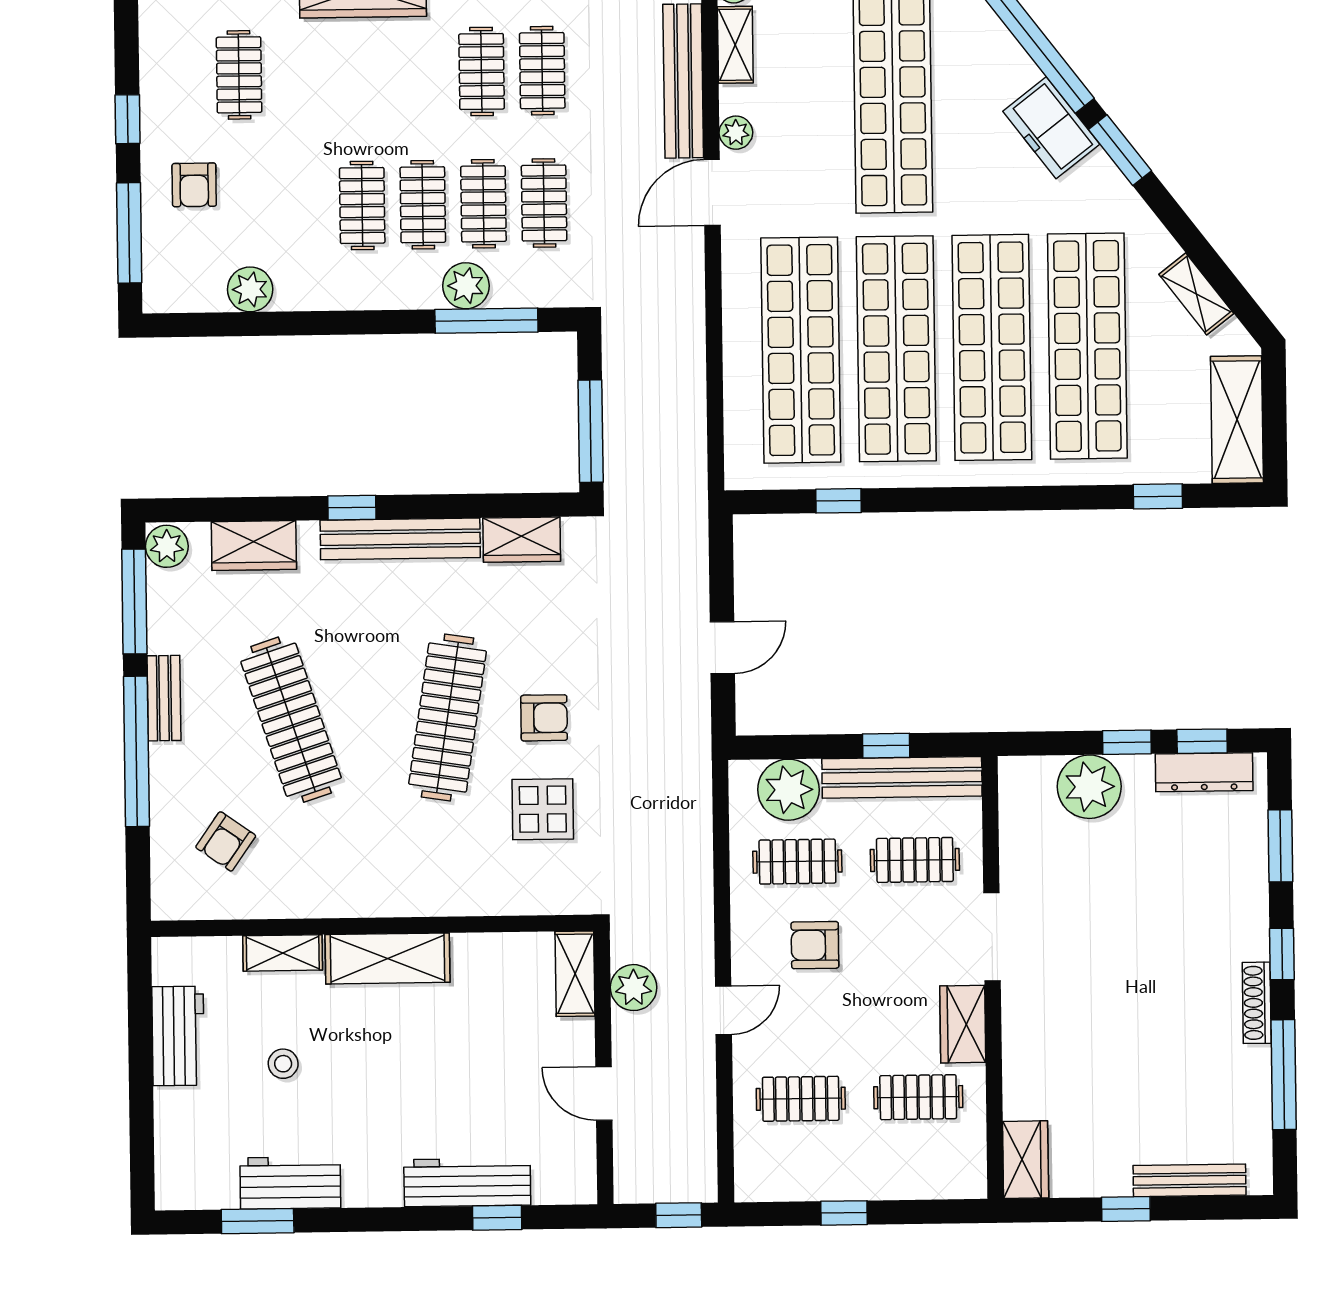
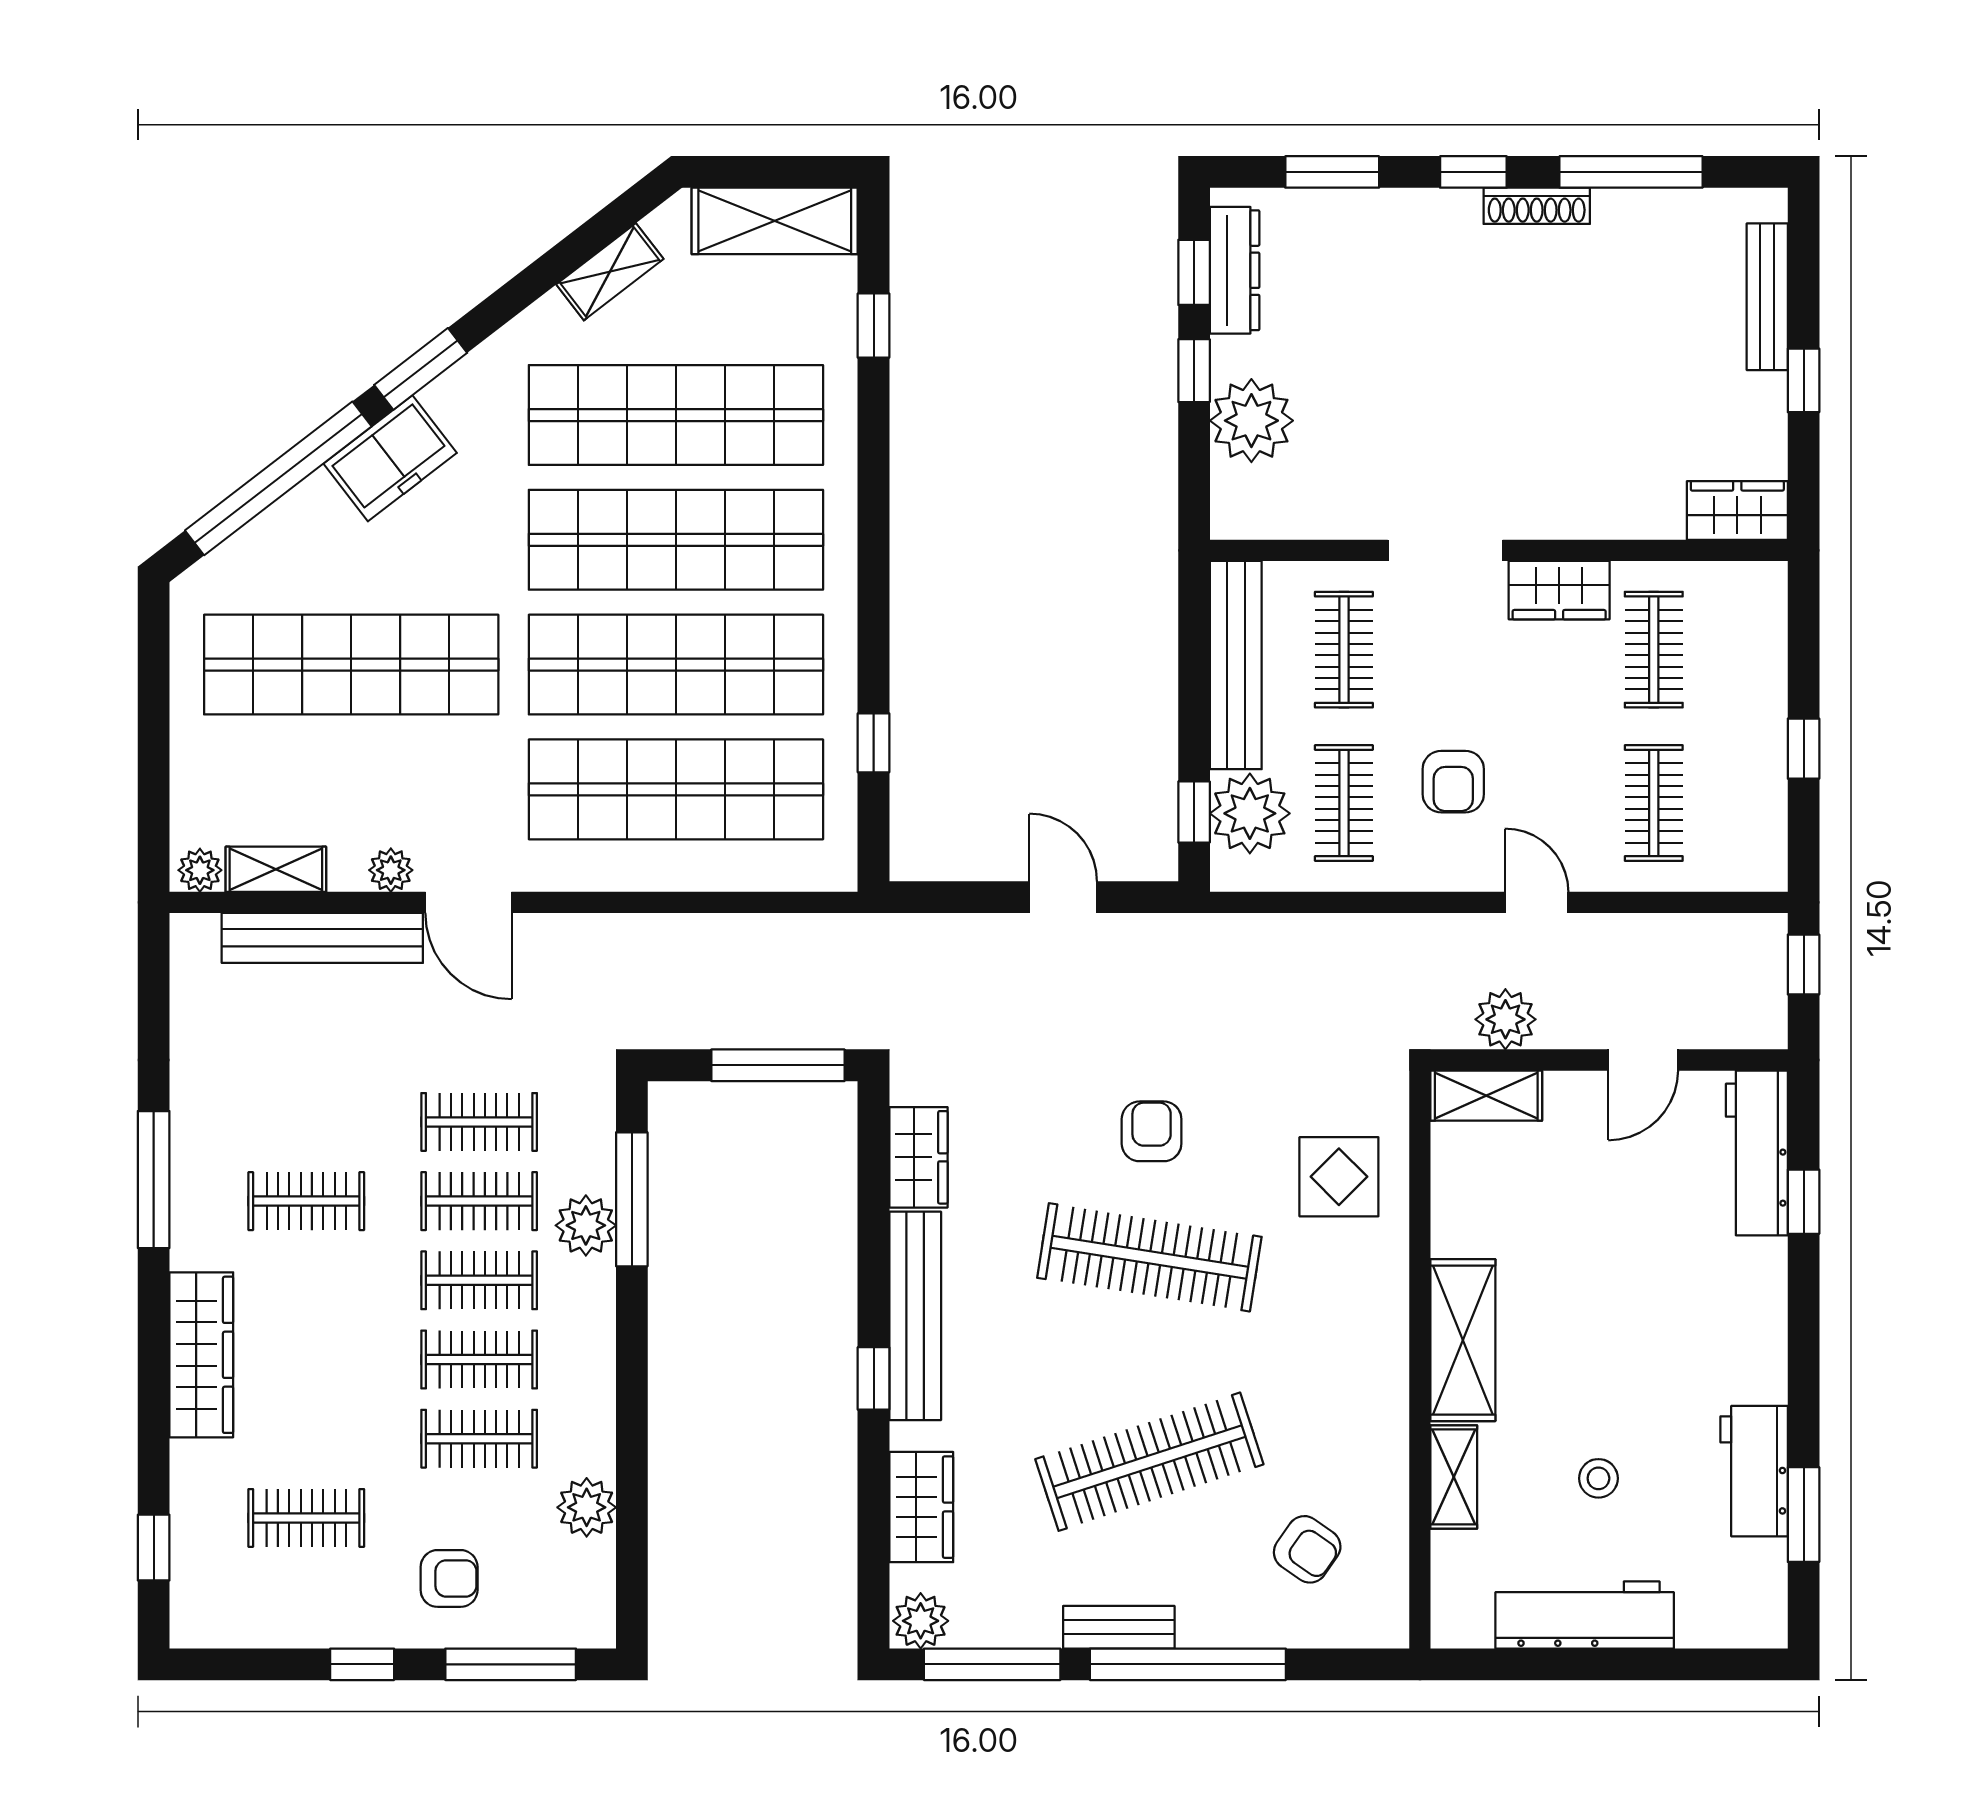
clothes rail: (542, 71) -> (479, 1439), moved
window: (886, 746) -> (1194, 812), moved
display table: (543, 809) -> (1339, 1177), moved
workbench: (178, 1036) -> (1585, 1615), width x1.38
workbench: (467, 1182) -> (1757, 1153), moved

